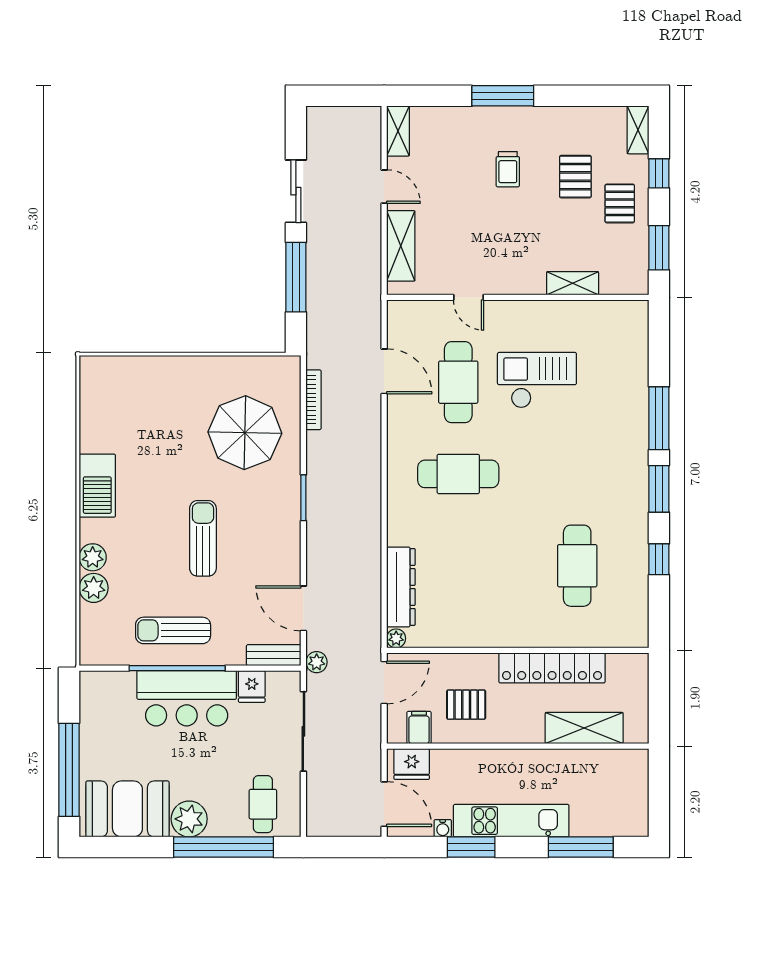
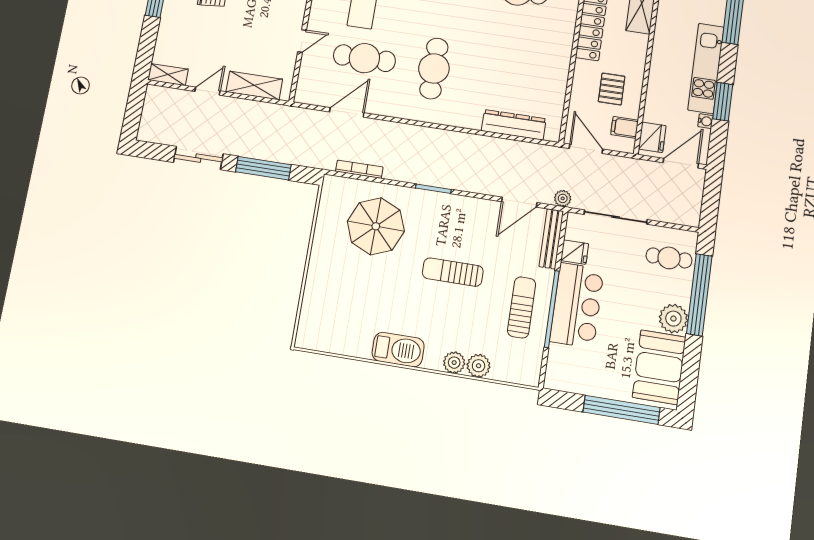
sun lounger: (173, 630) -> (522, 307), turned 180
plant: (396, 638) -> (553, 134), removed
bench: (274, 655) -> (551, 239), width x1.36

